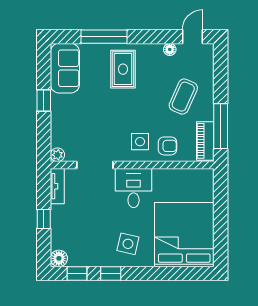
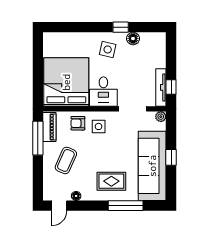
sofa: (65, 68) -> (152, 166), width x1.85, depth x1.27
rug: (123, 69) -> (111, 181), turned 90
tv unit: (57, 186) -> (161, 87), width x1.41
window: (44, 219) -> (171, 87), moved
bed: (184, 235) -> (66, 82), moved, turned 180
floor lamp: (59, 258) -> (133, 39), moved
window: (77, 273) -> (146, 27), removed

